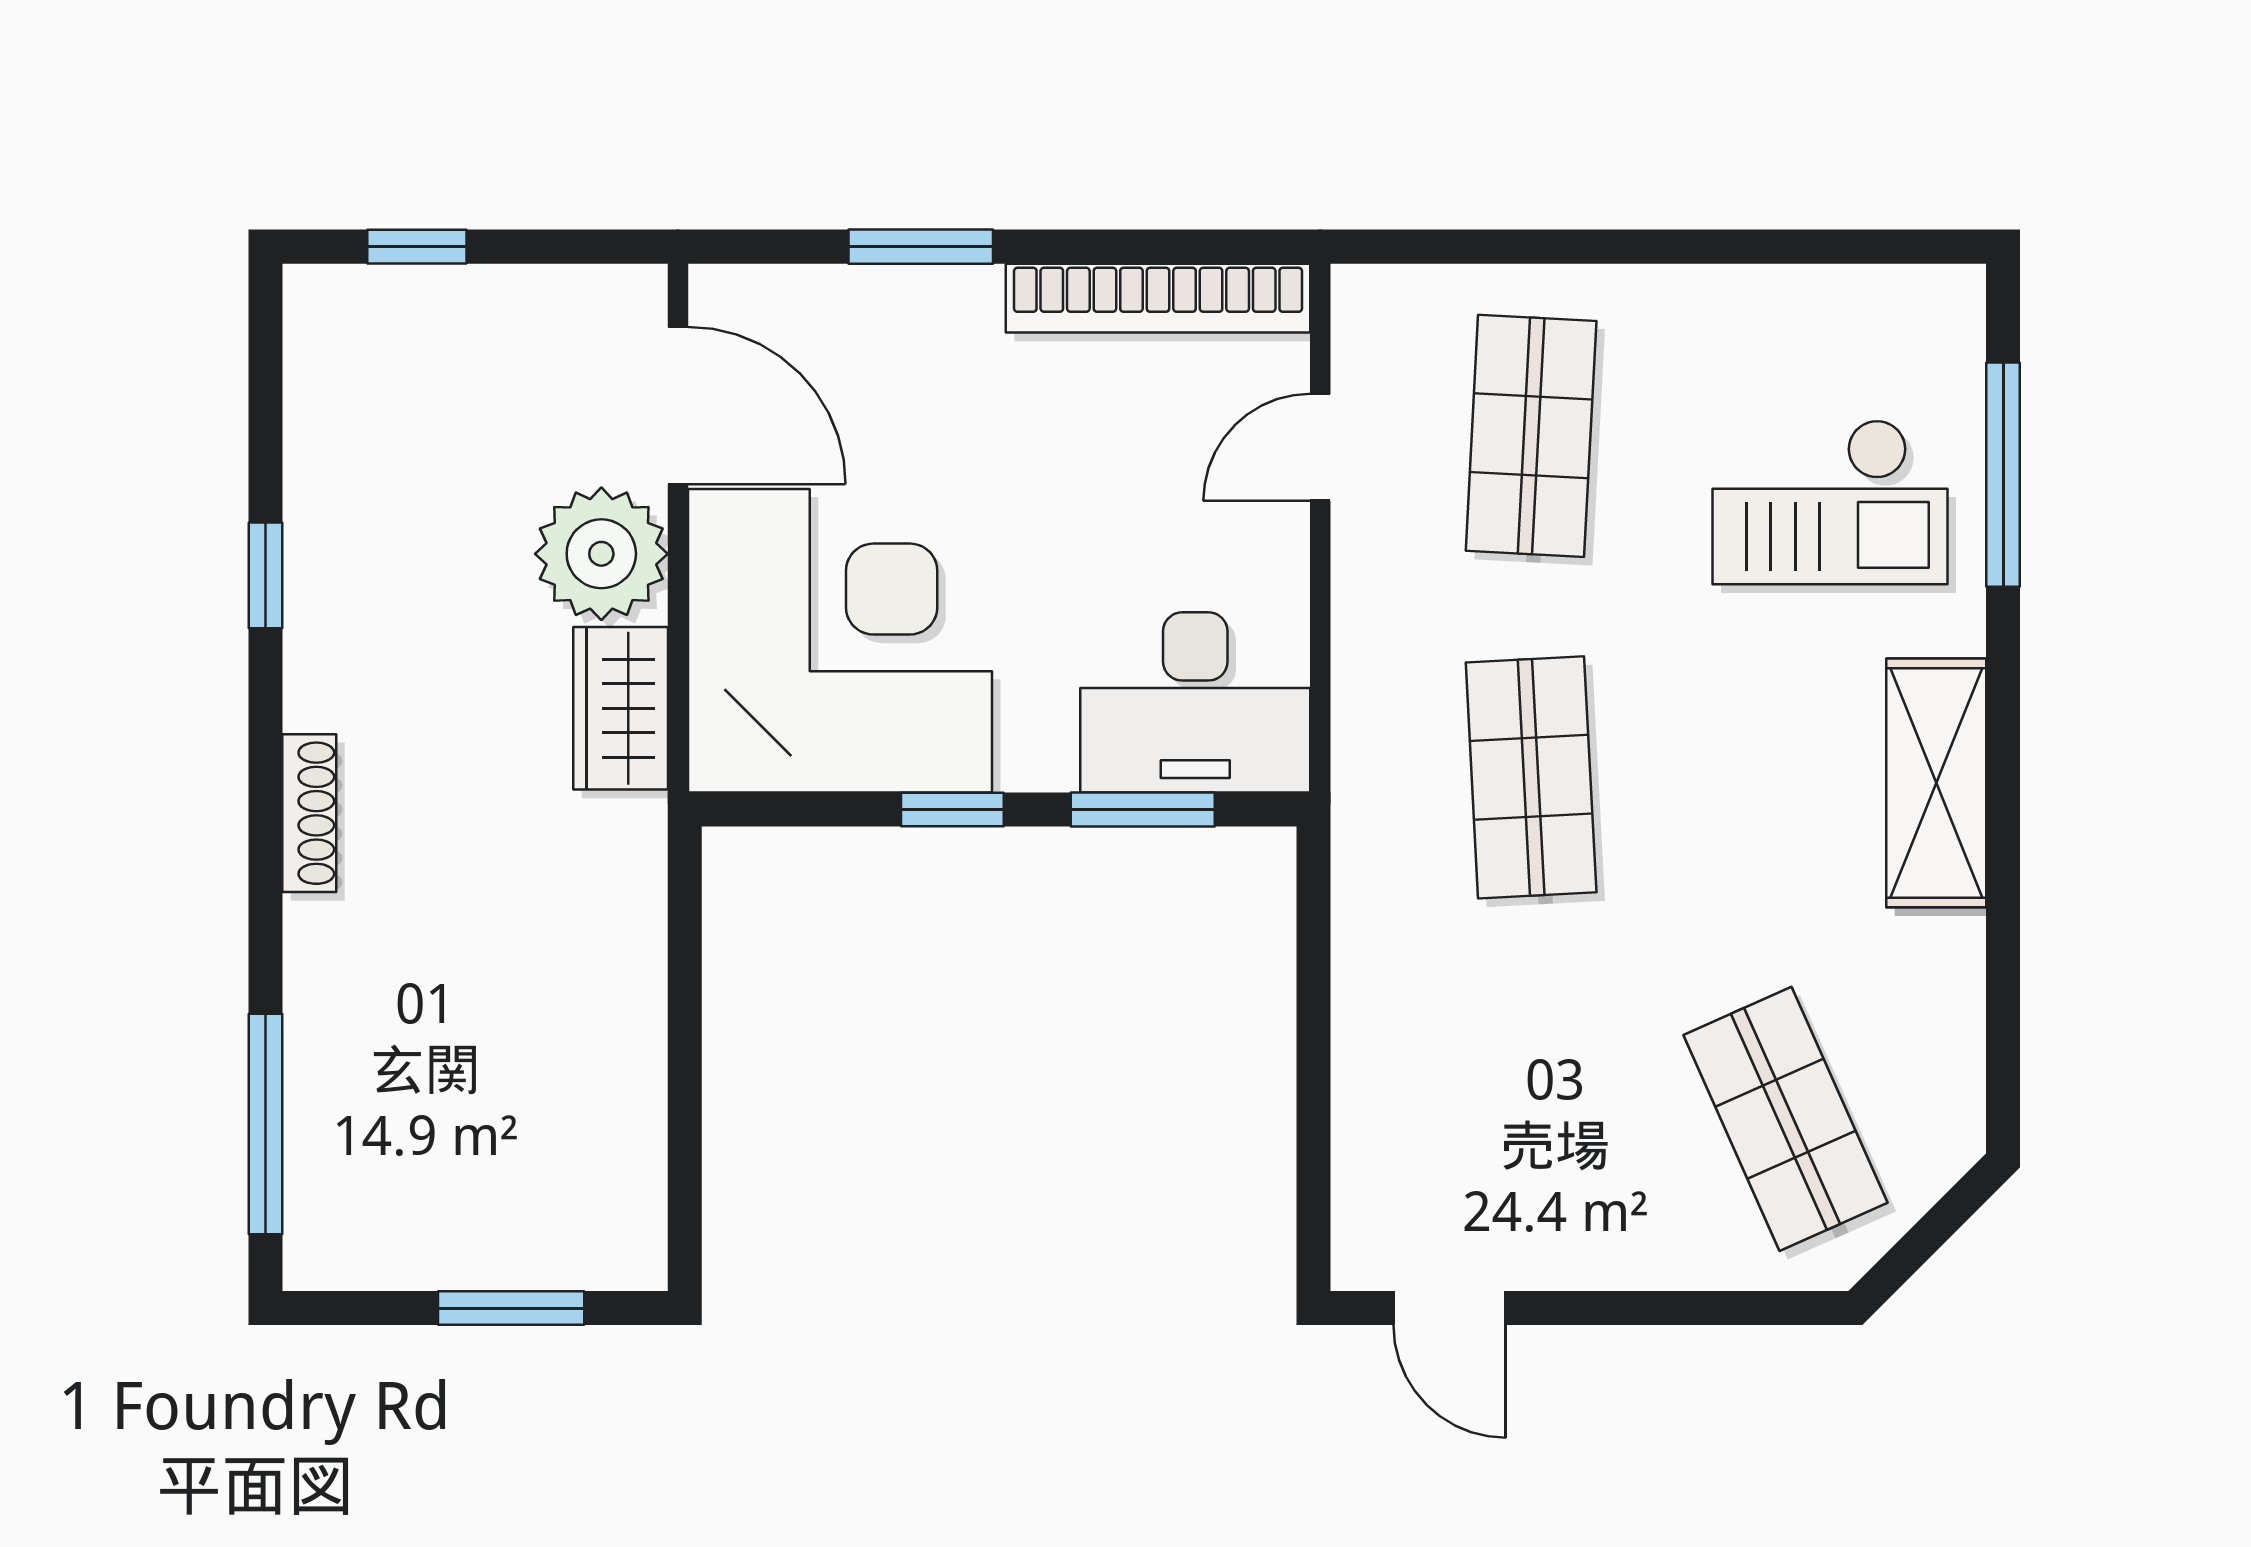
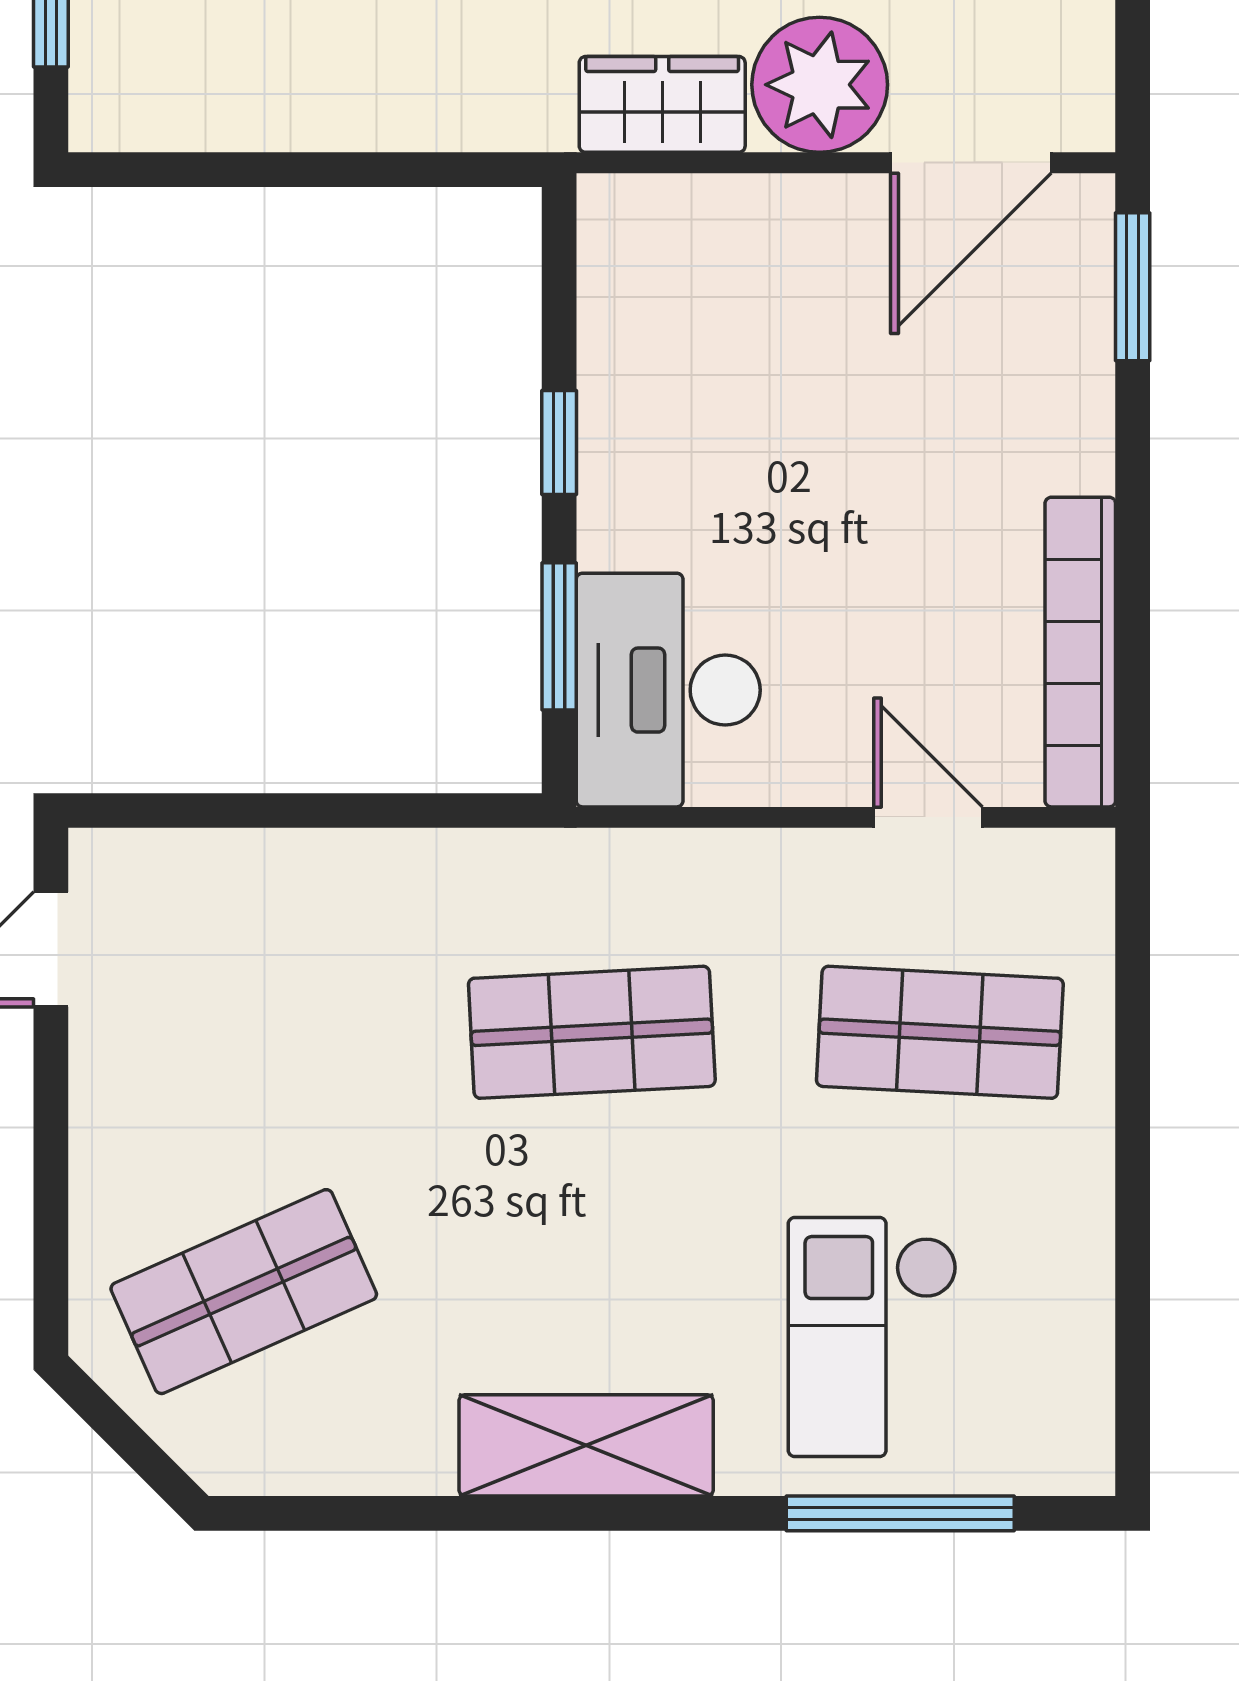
window: (921, 247) -> (1133, 287), moved
corner desk: (840, 641) -> (731, 328), removed

